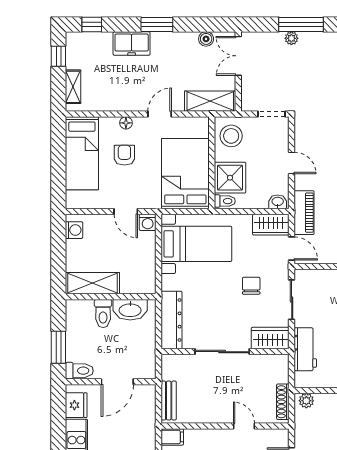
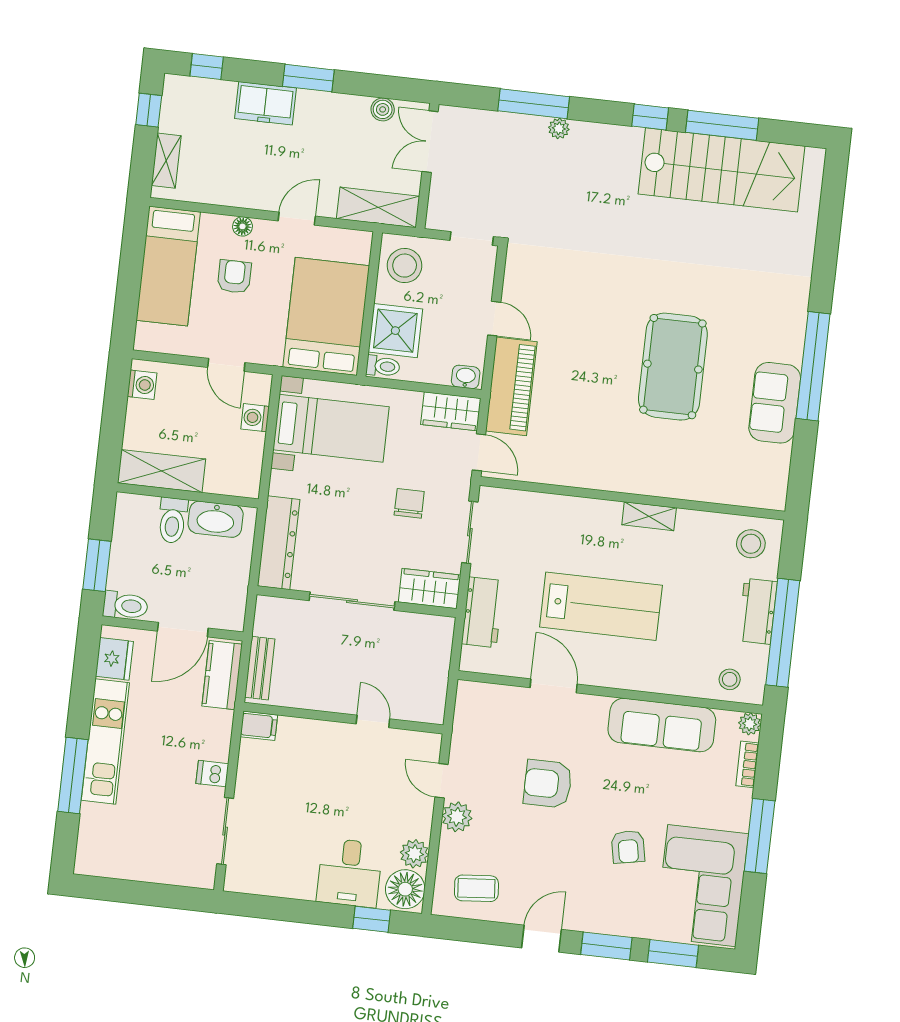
plant: (291, 38) -> (559, 128), moved
piano: (304, 213) -> (511, 386), width x1.37, depth x1.33
washing machine: (148, 222) -> (255, 418), moved, turned 90
plant: (306, 401) -> (475, 693), removed
shoe rack: (283, 402) -> (438, 690), removed
kitchen counter: (145, 408) -> (222, 675), added

